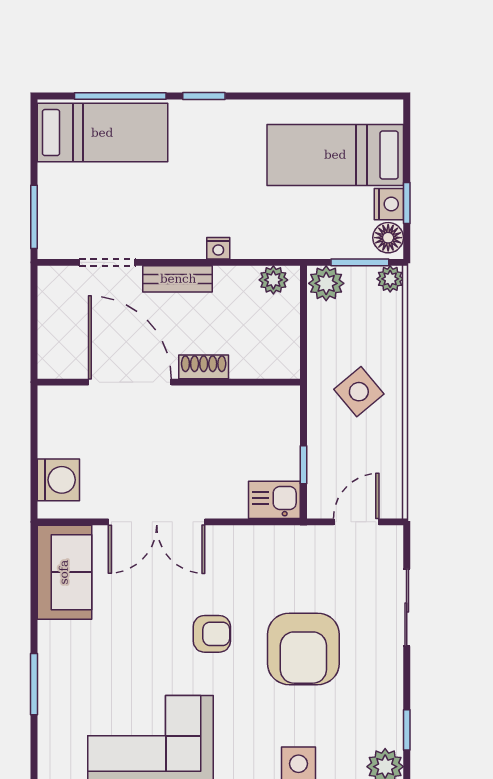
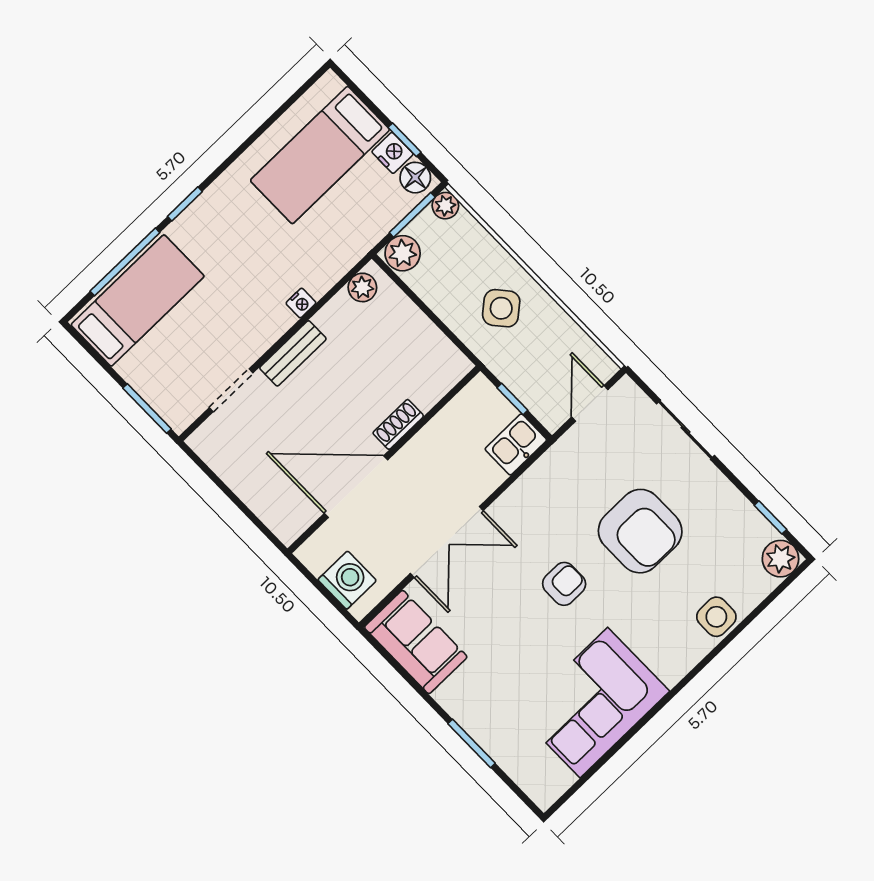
shoe rack: (204, 367) -> (398, 424), moved
door: (130, 382) -> (356, 487), moved
wall: (169, 382) -> (384, 460), moved

